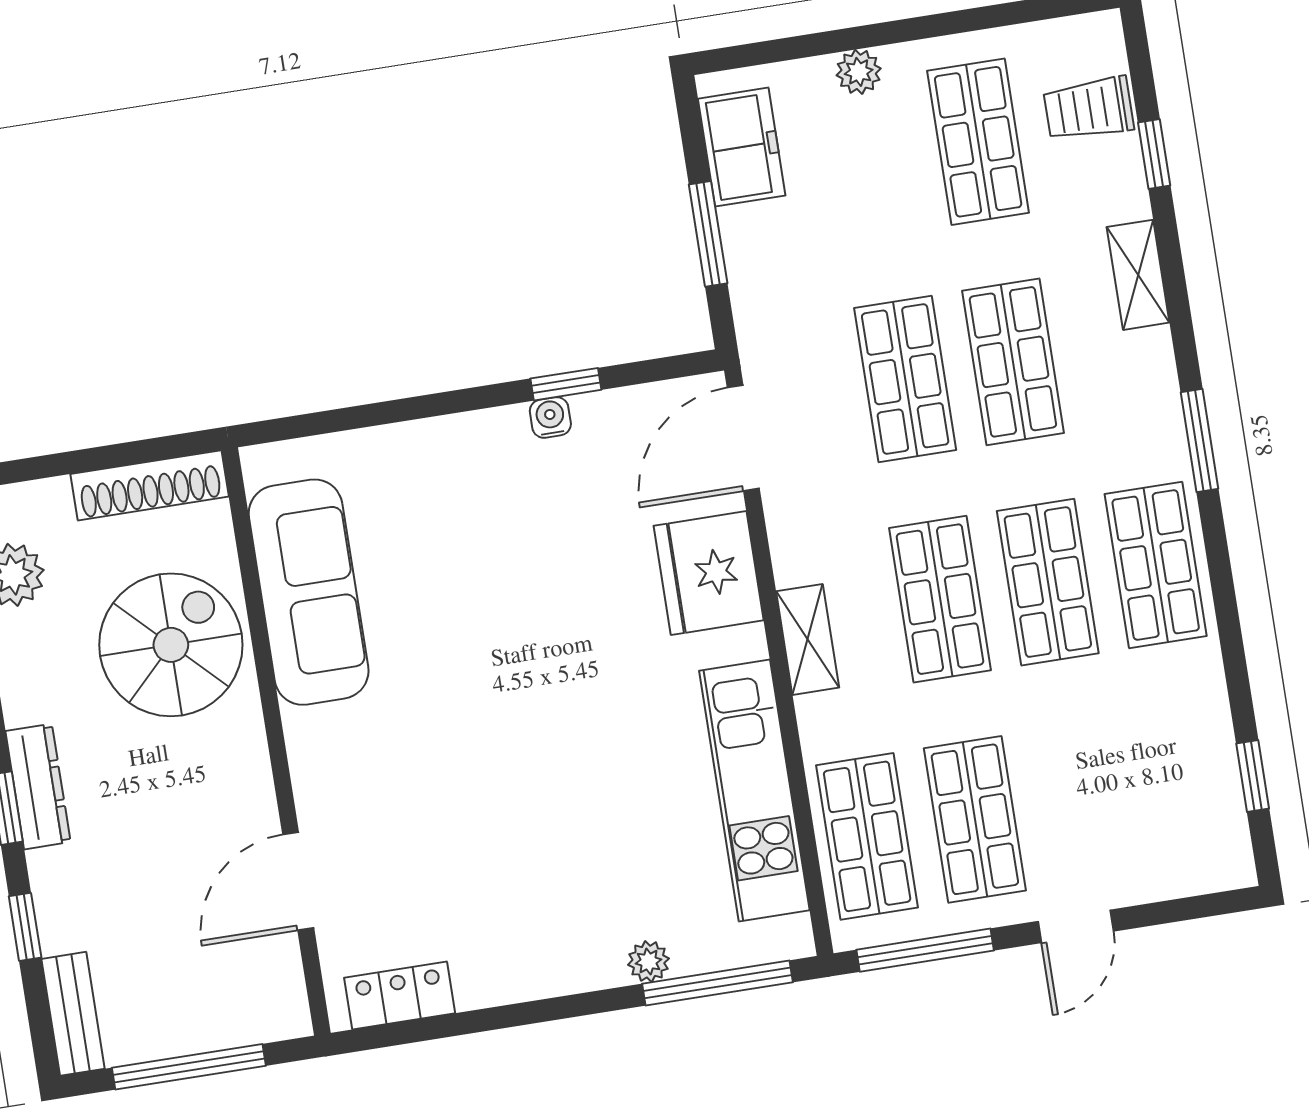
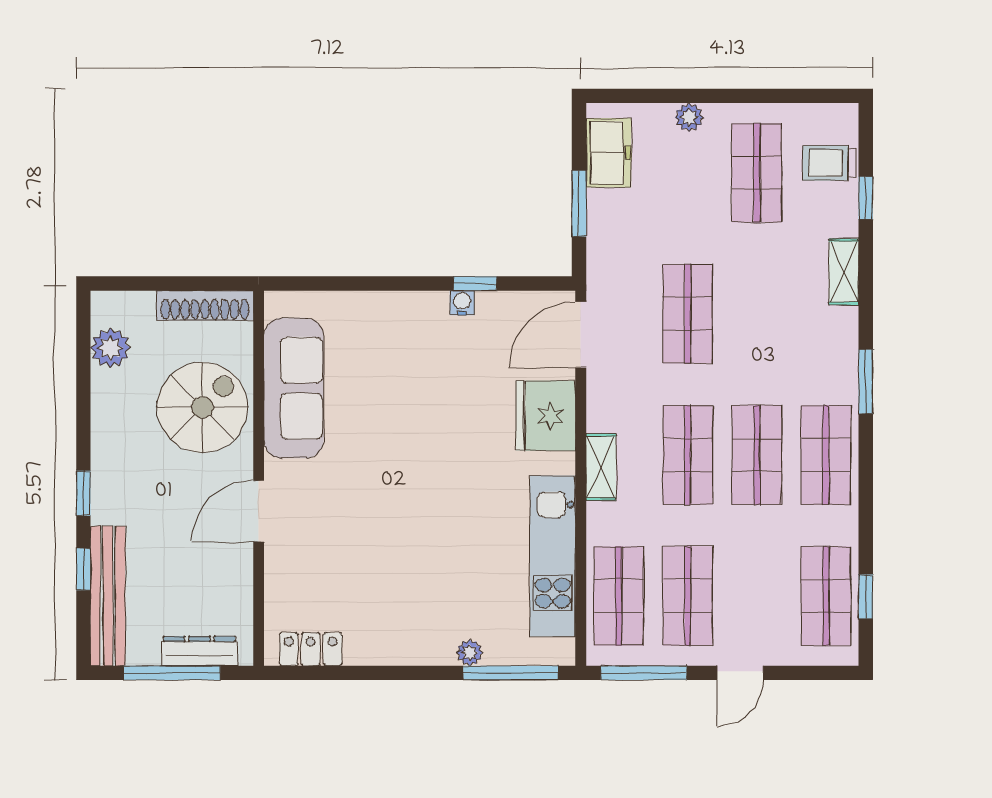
shop shelf: (1013, 362) -> (826, 596), moved
dresser: (38, 787) -> (199, 651), moved, turned -90
door: (298, 881) -> (259, 511), moved
bench: (73, 1014) -> (108, 596), width x1.86, depth x1.21

